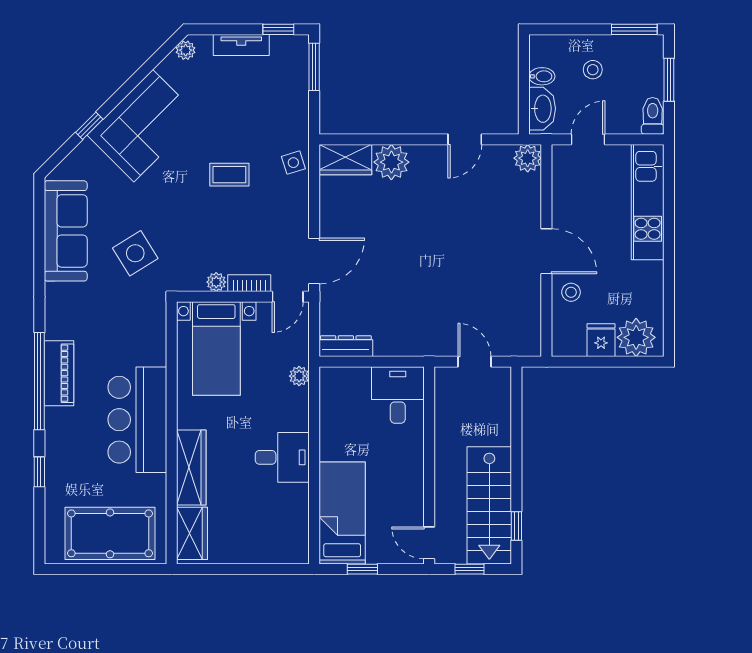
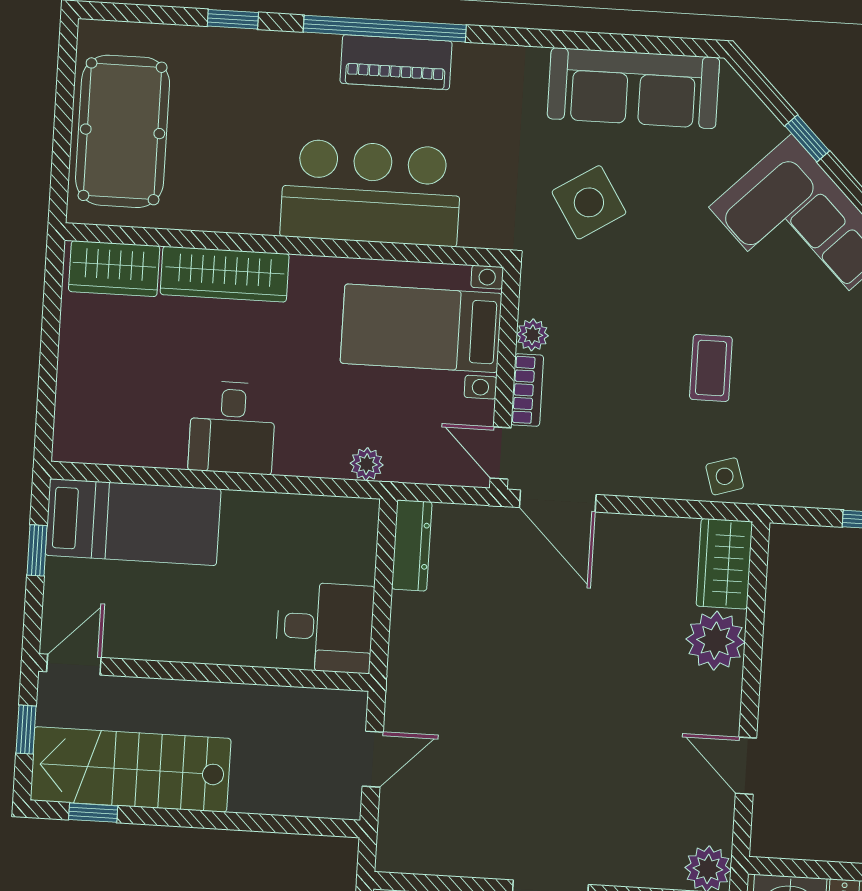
bar counter: (137, 420) -> (371, 193), moved

